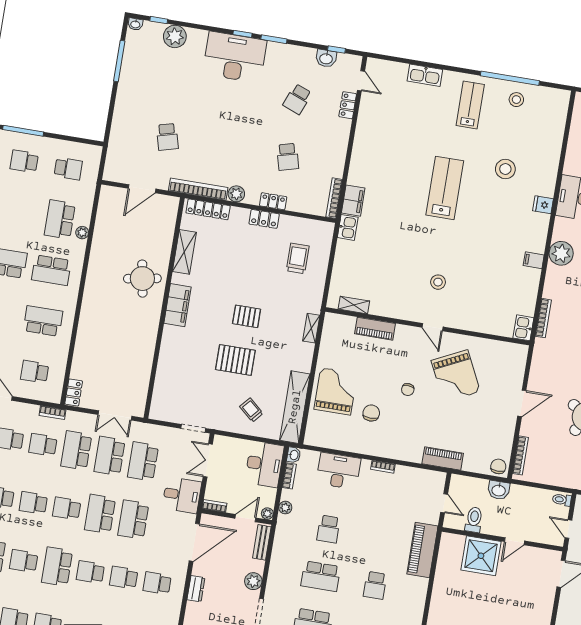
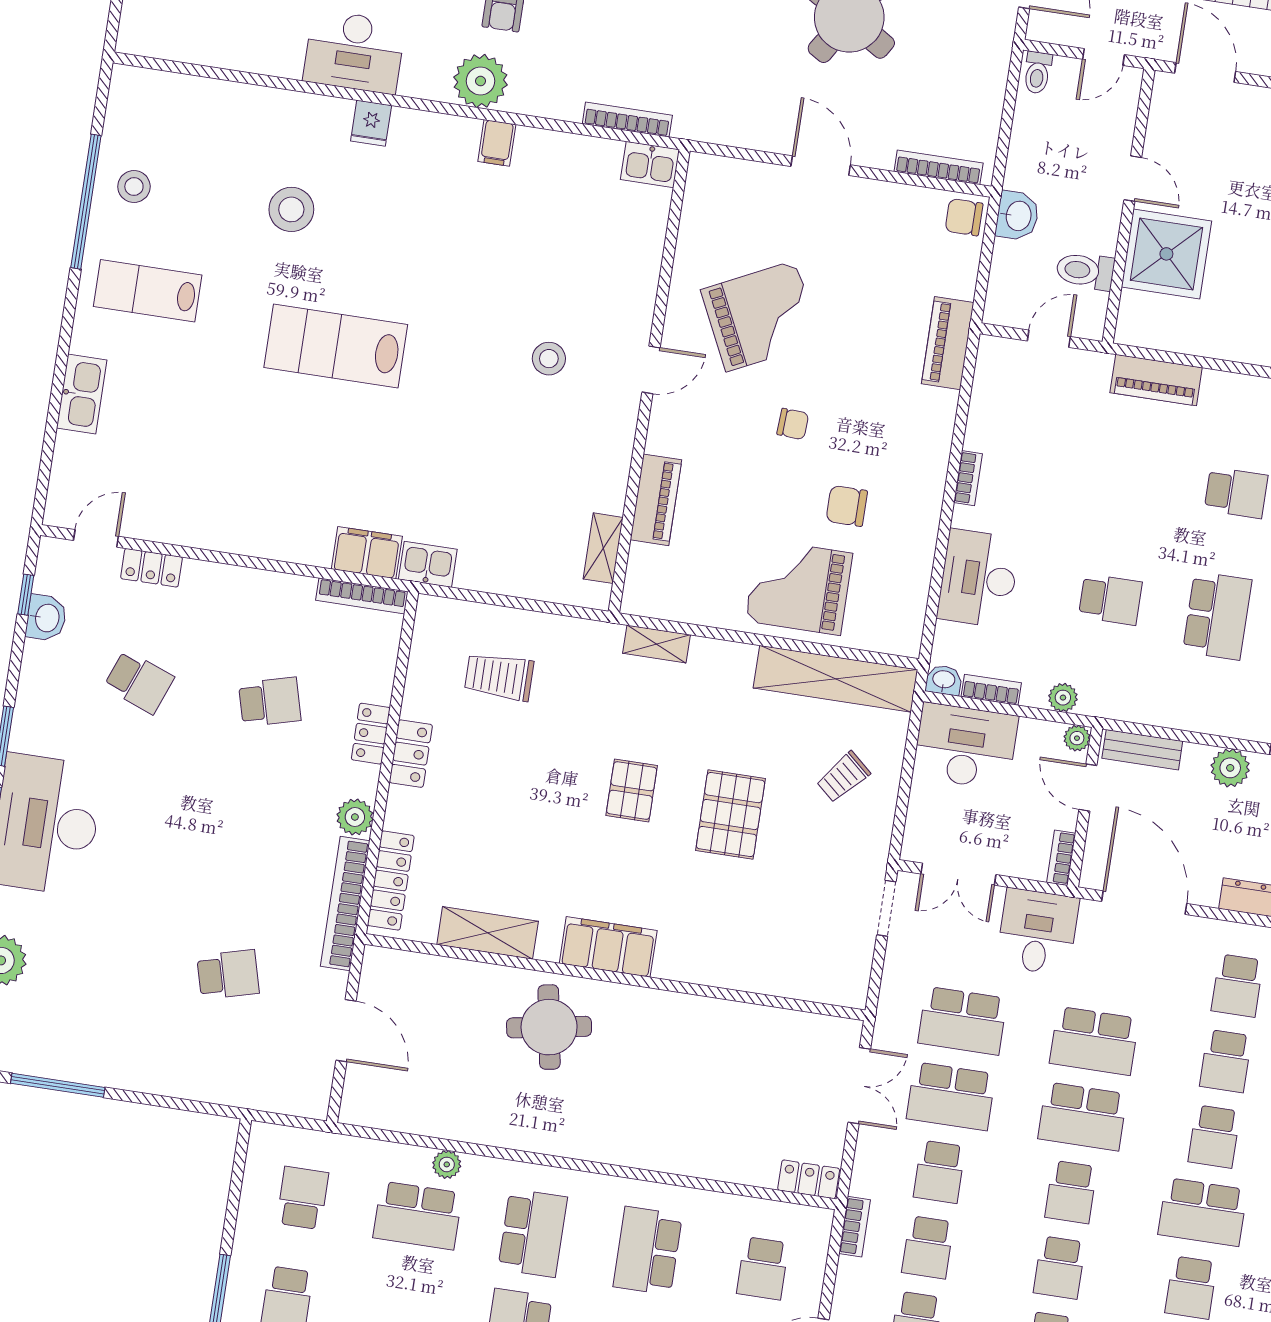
school desk: (76, 450) -> (939, 1172), width x0.54
piano: (422, 550) -> (1156, 380), width x0.73, depth x0.75

